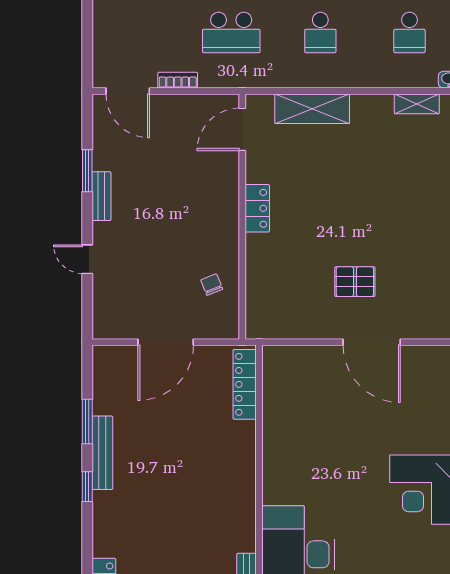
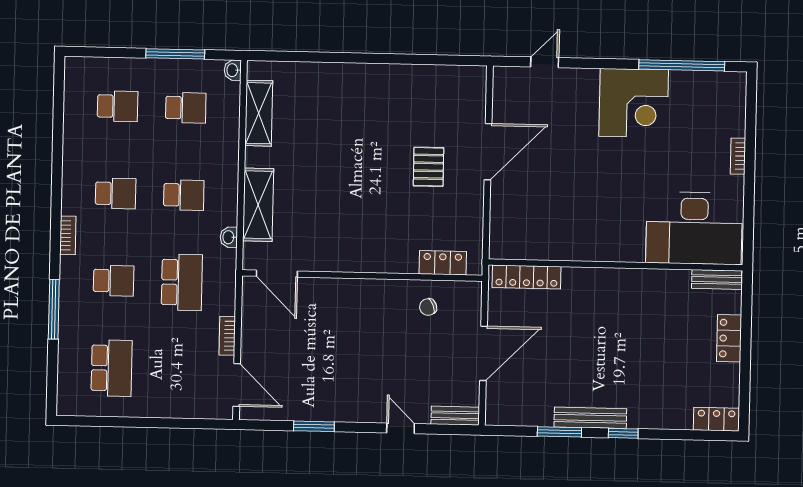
washbasin: (278, 79) -> (229, 237), added
door: (128, 91) -> (237, 385), hinge flipped
shelving: (417, 104) -> (259, 113), width x1.50, depth x1.33
bench: (101, 196) -> (455, 416), moved
locker: (257, 208) -> (443, 263), moved
door: (87, 259) -> (401, 428), swing flipped
door: (166, 342) -> (483, 353), hinge flipped

